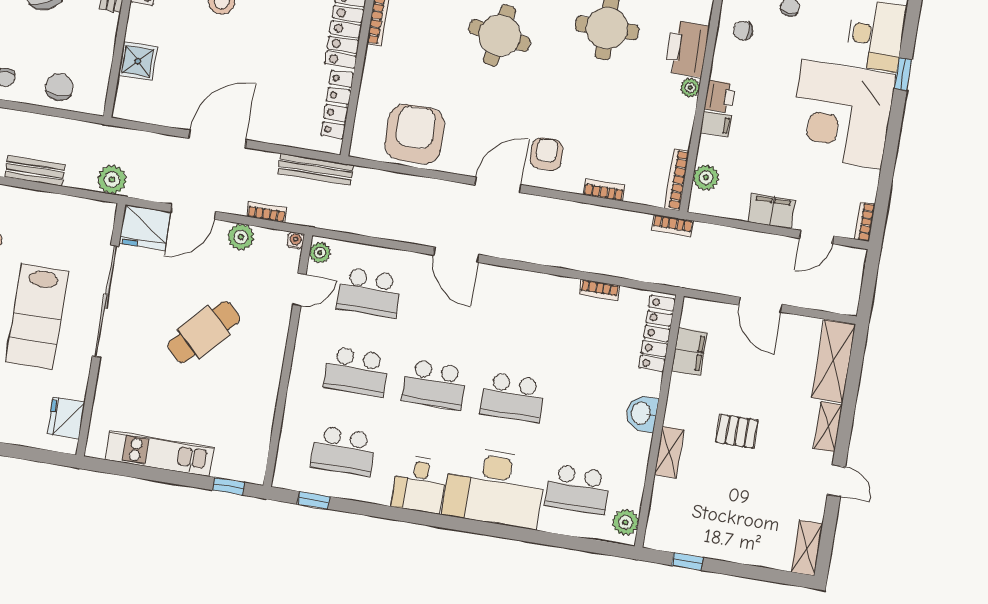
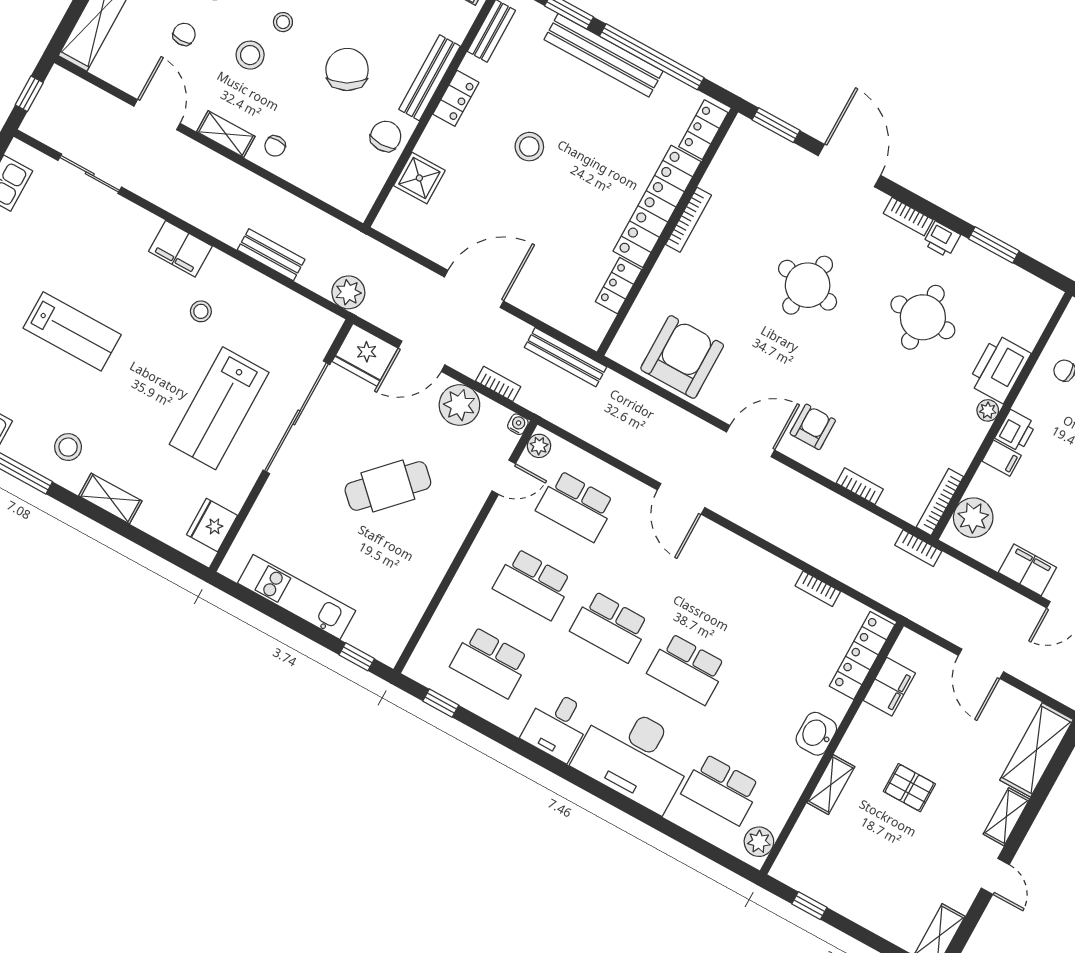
chair: (59, 87) -> (386, 136), moved
locker: (337, 104) -> (619, 286), width x0.66
plant: (706, 178) -> (973, 518), width x1.36, depth x1.36
plant: (241, 237) -> (459, 405), width x1.36, depth x1.36

